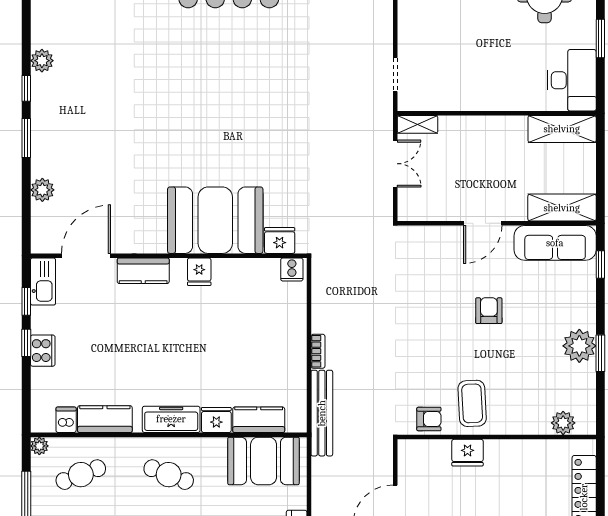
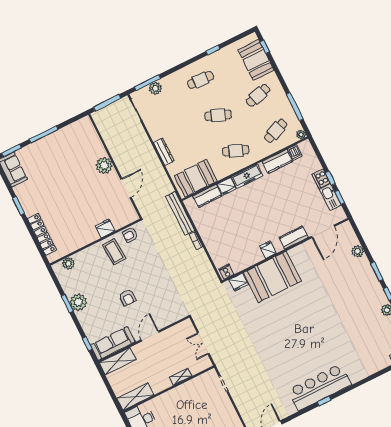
shelving: (418, 124) -> (181, 377), moved
kitchen sink: (43, 282) -> (330, 197), moved

